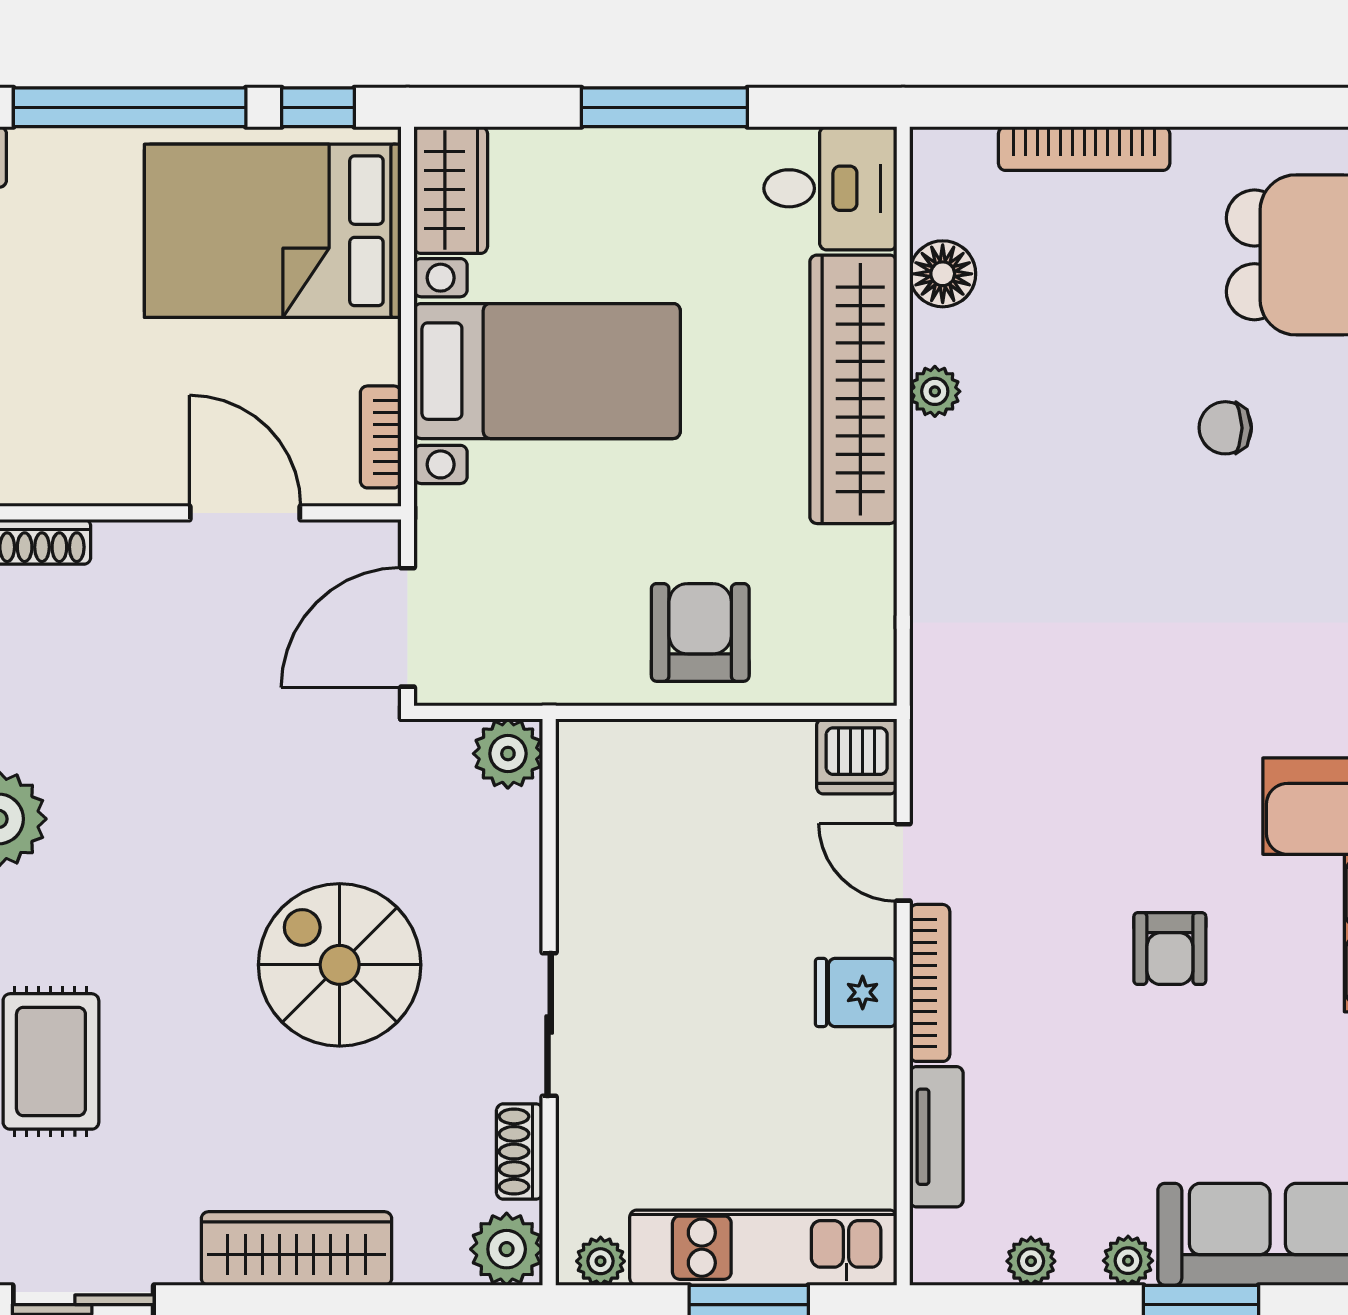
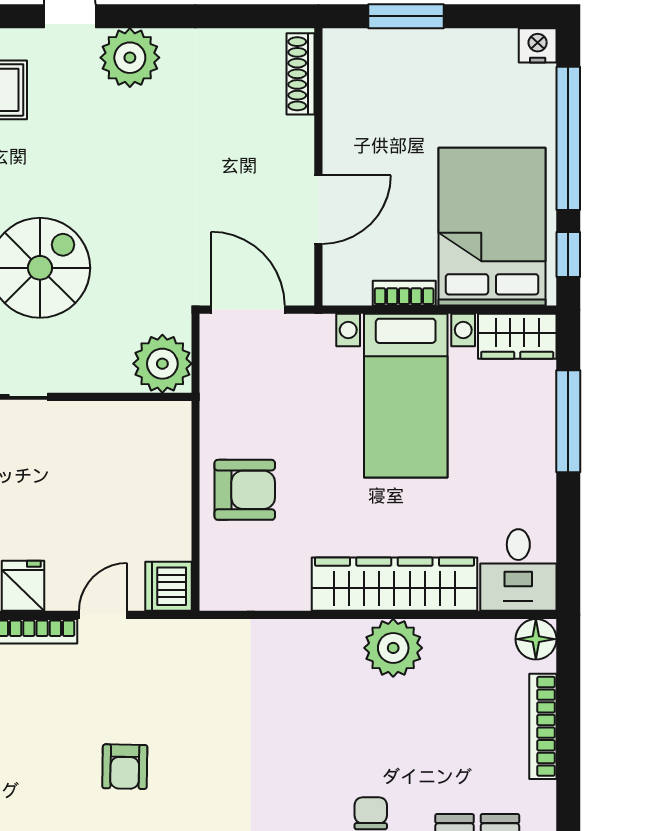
window: (664, 107) -> (568, 421), moved
floor lamp: (943, 274) -> (536, 639), moved
plant: (935, 391) -> (393, 648), width x1.87, depth x1.87
bookcase: (381, 437) -> (404, 293), moved
plant: (508, 754) -> (162, 364), width x1.36, depth x1.36
armchair: (1170, 949) -> (125, 767), moved, turned -89

